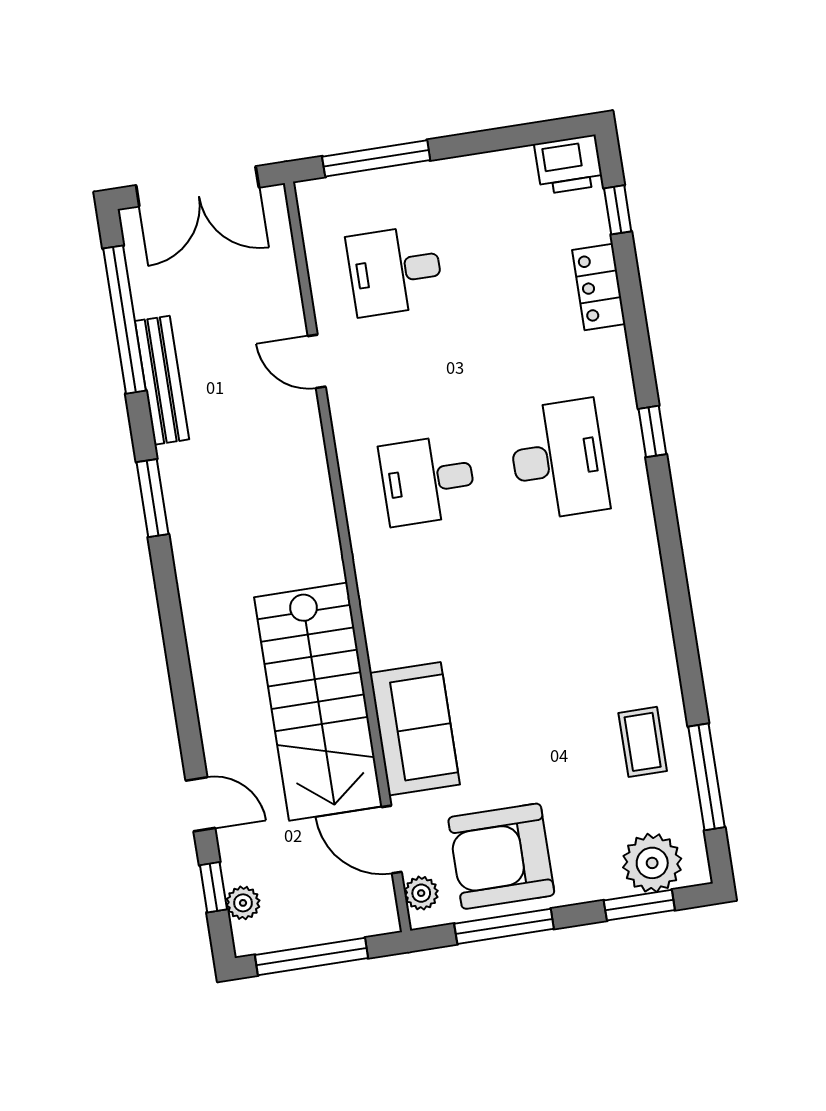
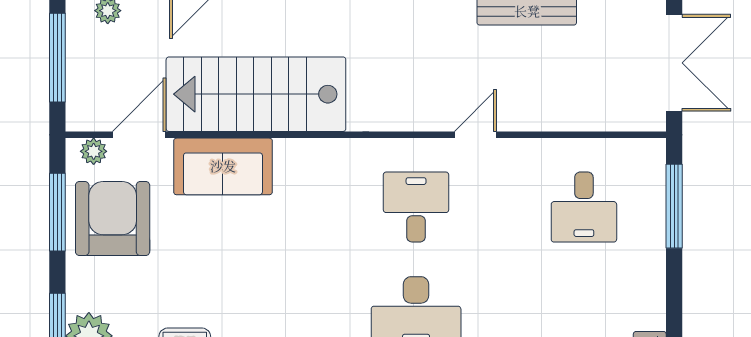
double door: (197, 186) -> (674, 63), swing flipped
desk: (395, 271) -> (584, 207), turned 180
door: (317, 361) -> (475, 135), moved

